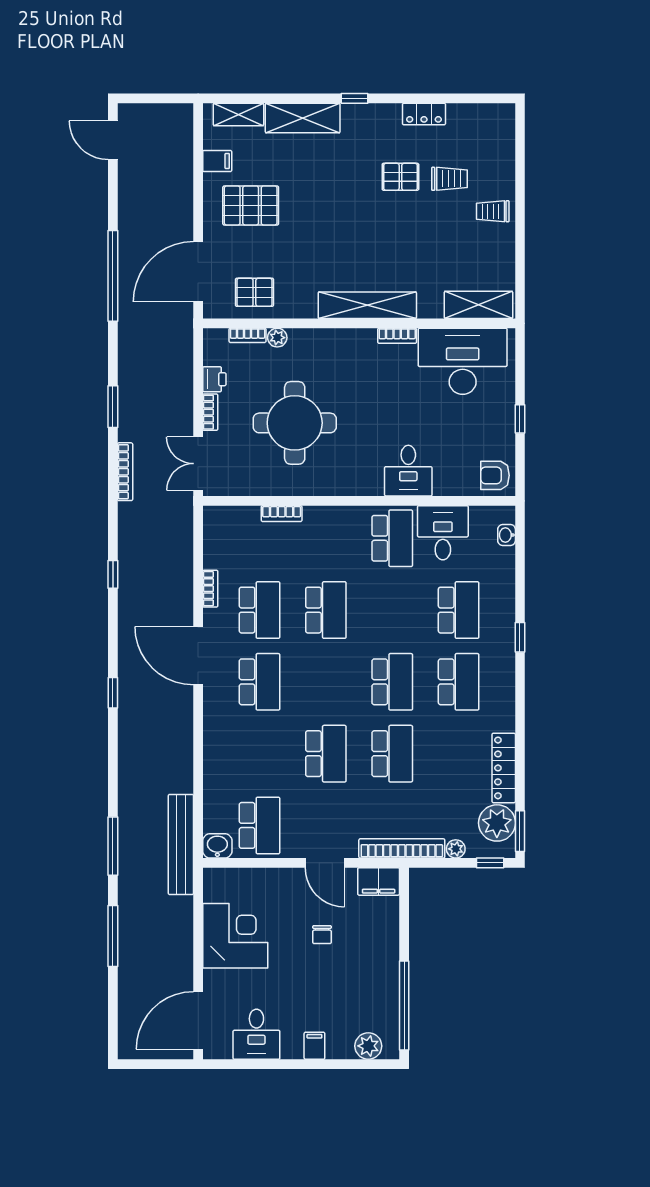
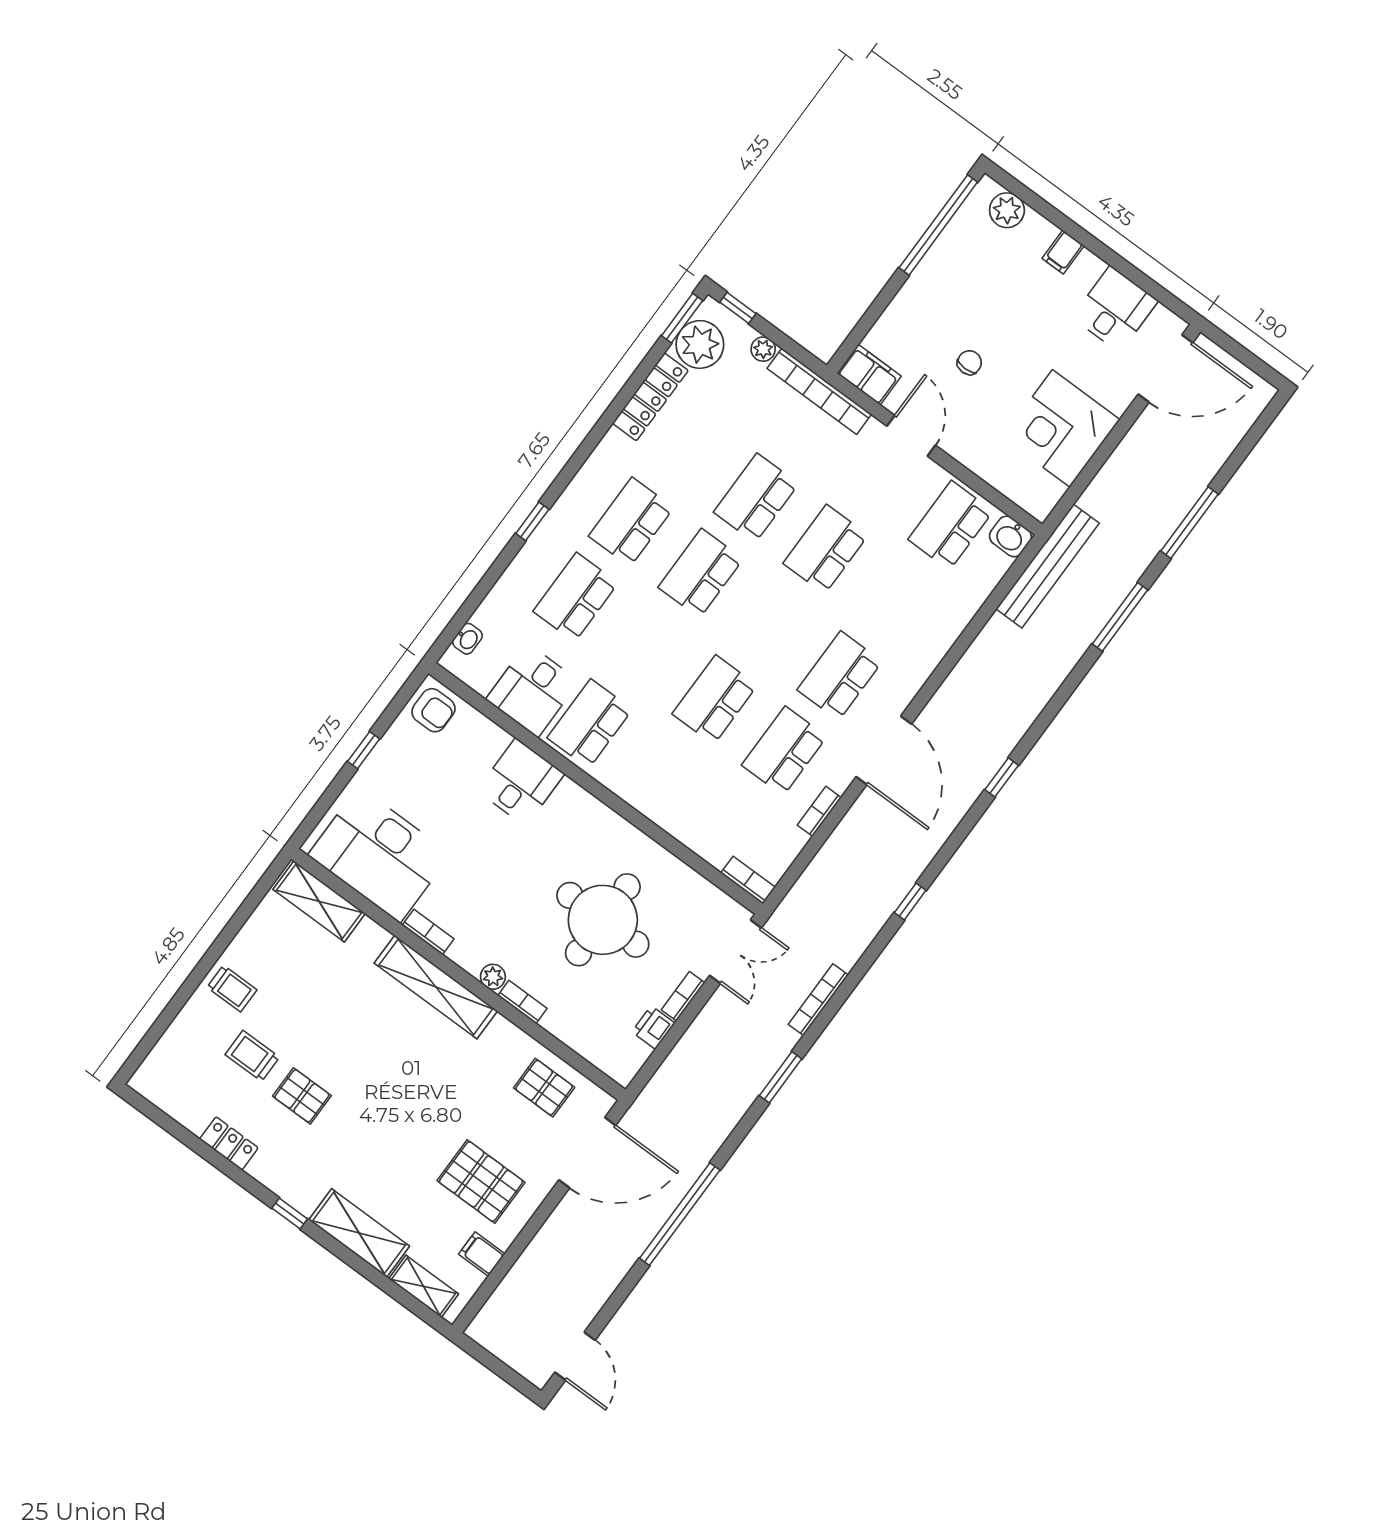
bookcase: (248, 335) -> (522, 1002), moved
plant: (277, 338) -> (493, 977), moved
bookcase: (282, 514) -> (748, 880), moved

